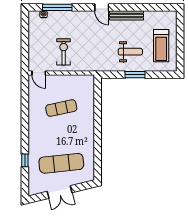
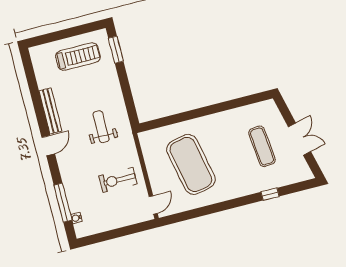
weight bench: (130, 52) -> (101, 127), moved
window: (135, 75) -> (116, 50), moved
exercise mat: (61, 108) -> (191, 164), width x2.00, depth x1.45
exercise mat: (61, 163) -> (262, 146), width x0.73, depth x0.69

